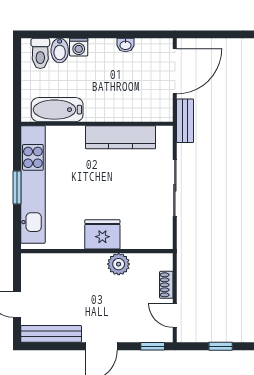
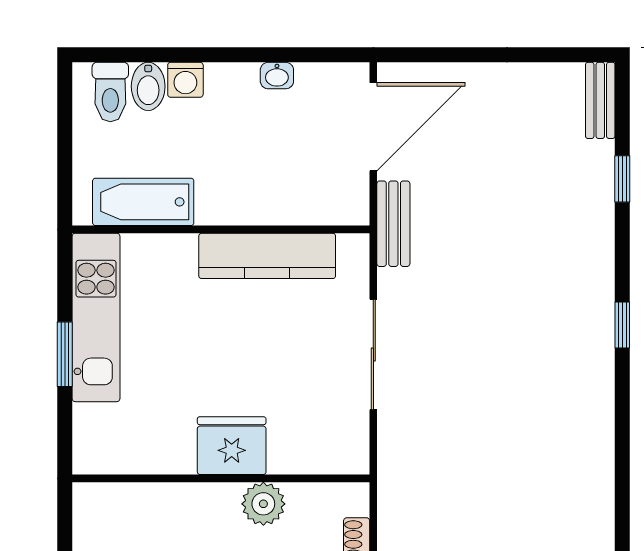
kitchen unit: (33, 184) -> (96, 317), width x0.73

